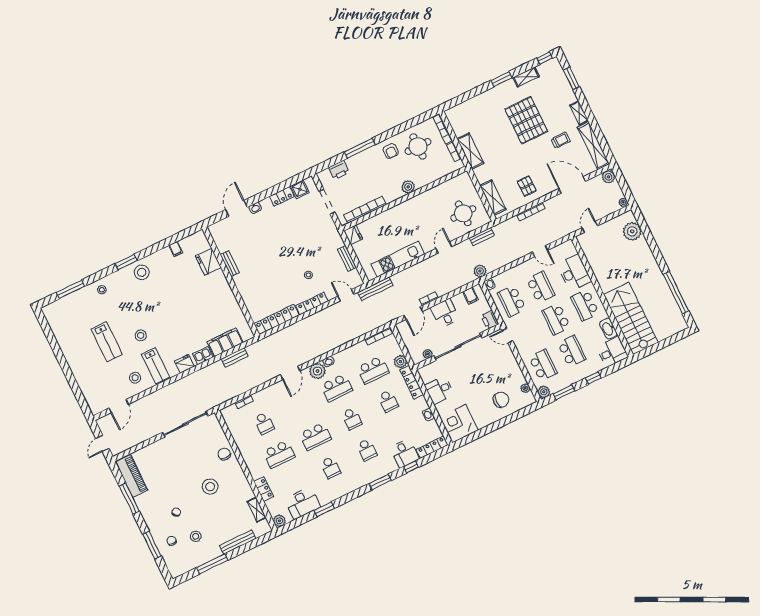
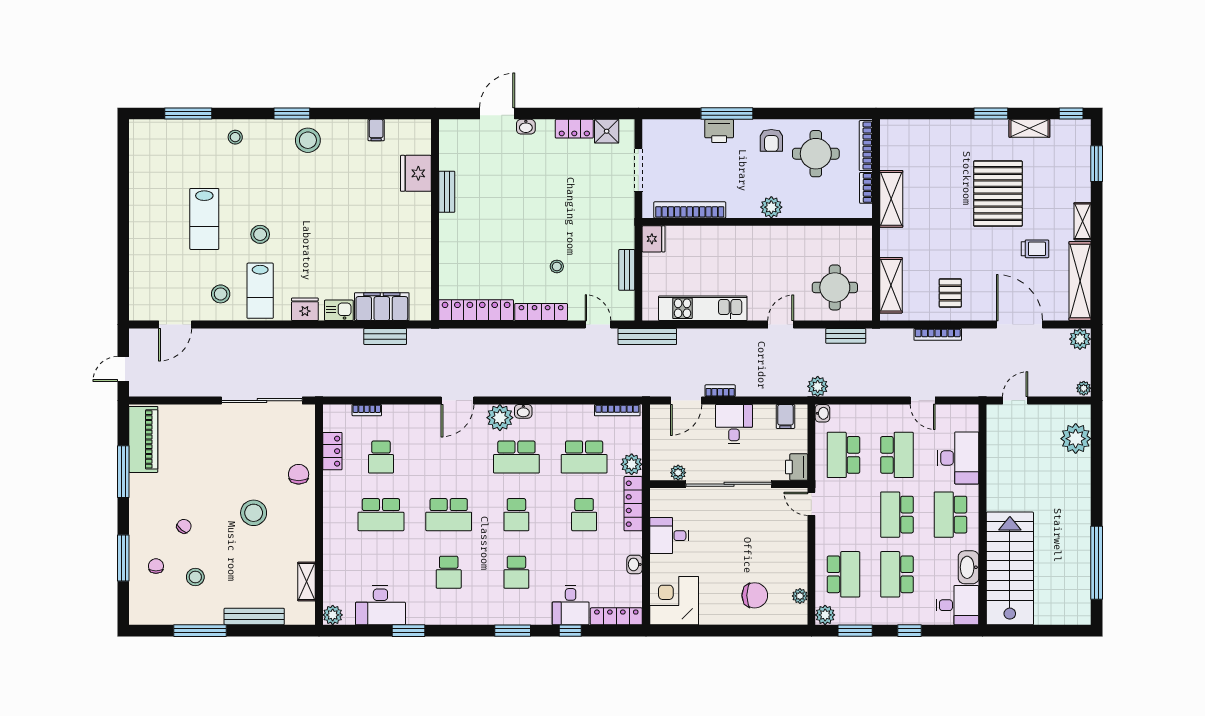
printer: (339, 170) -> (719, 131), moved
school desk: (572, 351) -> (897, 574), turned 180
locker: (264, 489) -> (332, 451), moved

